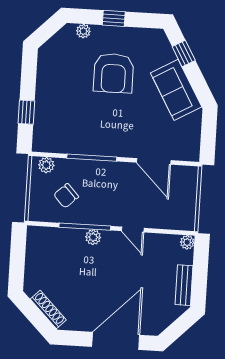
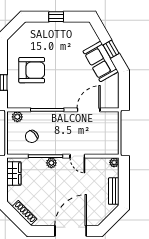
plant: (83, 31) -> (37, 26), removed
window: (184, 54) -> (111, 49), moved
armchair: (114, 73) -> (32, 70), moved, turned -90
door: (154, 161) -> (89, 110), swing flipped
wardrobe: (36, 250) -> (14, 174), added

